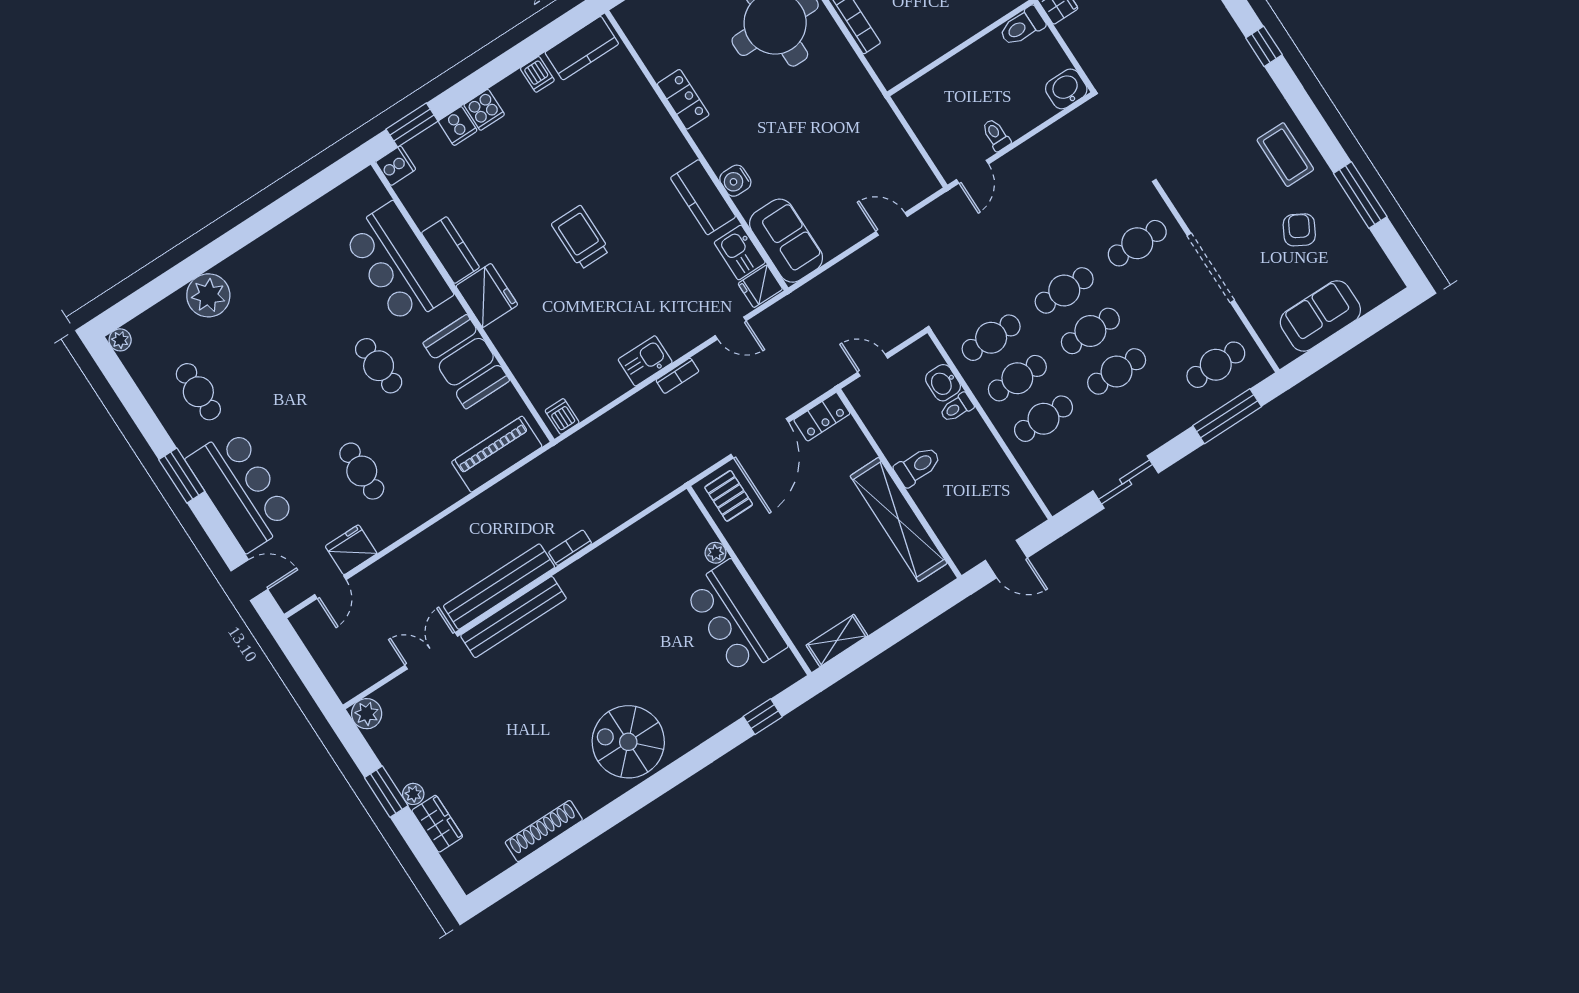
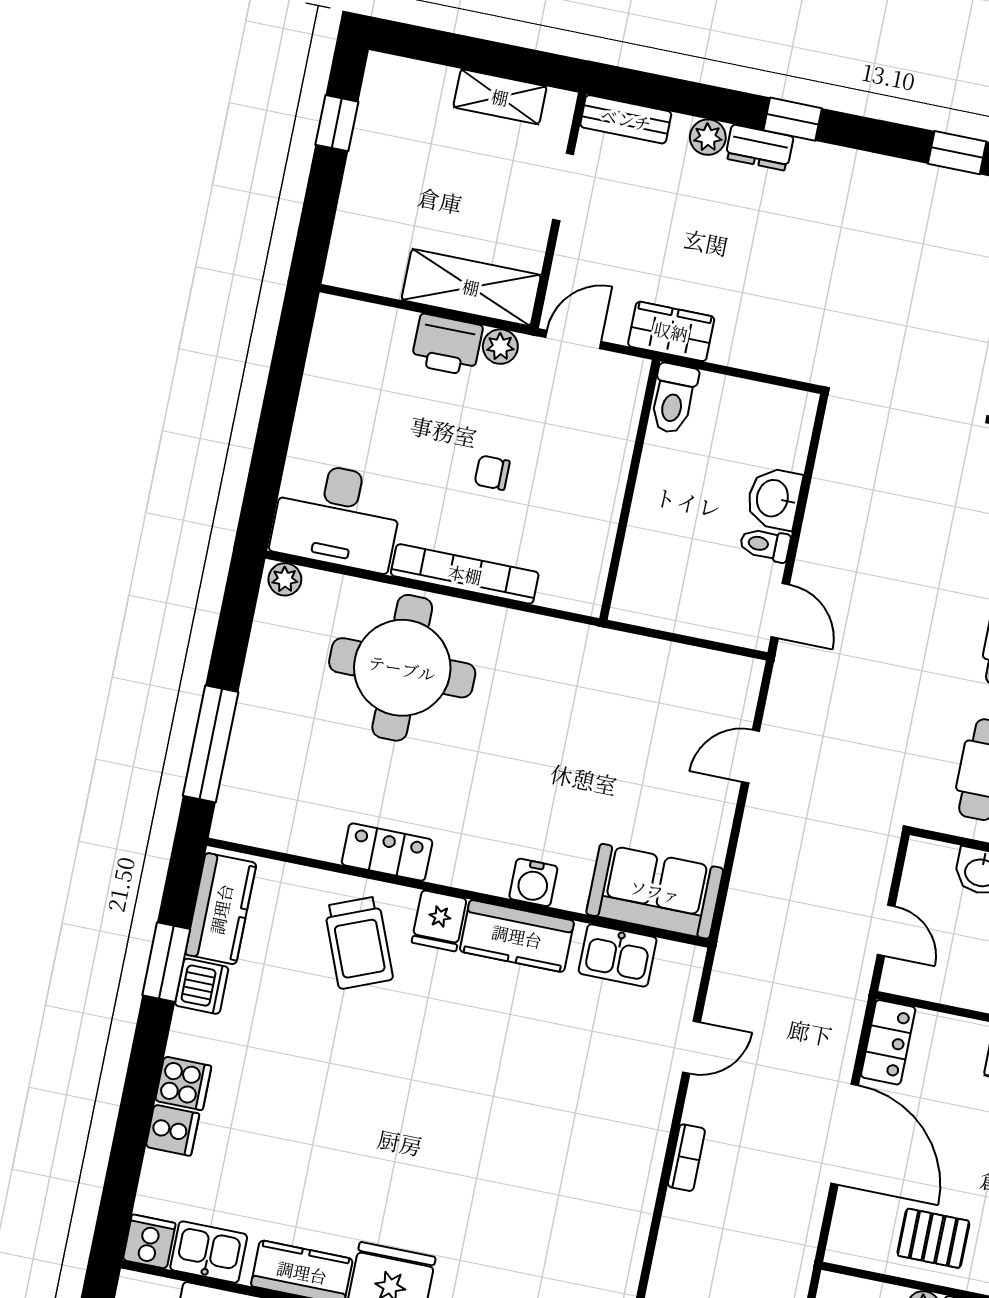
dishwasher: (537, 74) -> (202, 986), width x1.38
washbasin: (1066, 89) -> (774, 498), moved
window: (412, 125) -> (166, 962), moved
trolley: (581, 237) -> (359, 943), moved, turned -112
fridge: (760, 286) -> (439, 921), moved
kitchen sink: (645, 361) -> (209, 1252), moved, turned 90
door: (873, 365) -> (886, 930), swing flipped
pallet: (729, 496) -> (933, 1238), moved

